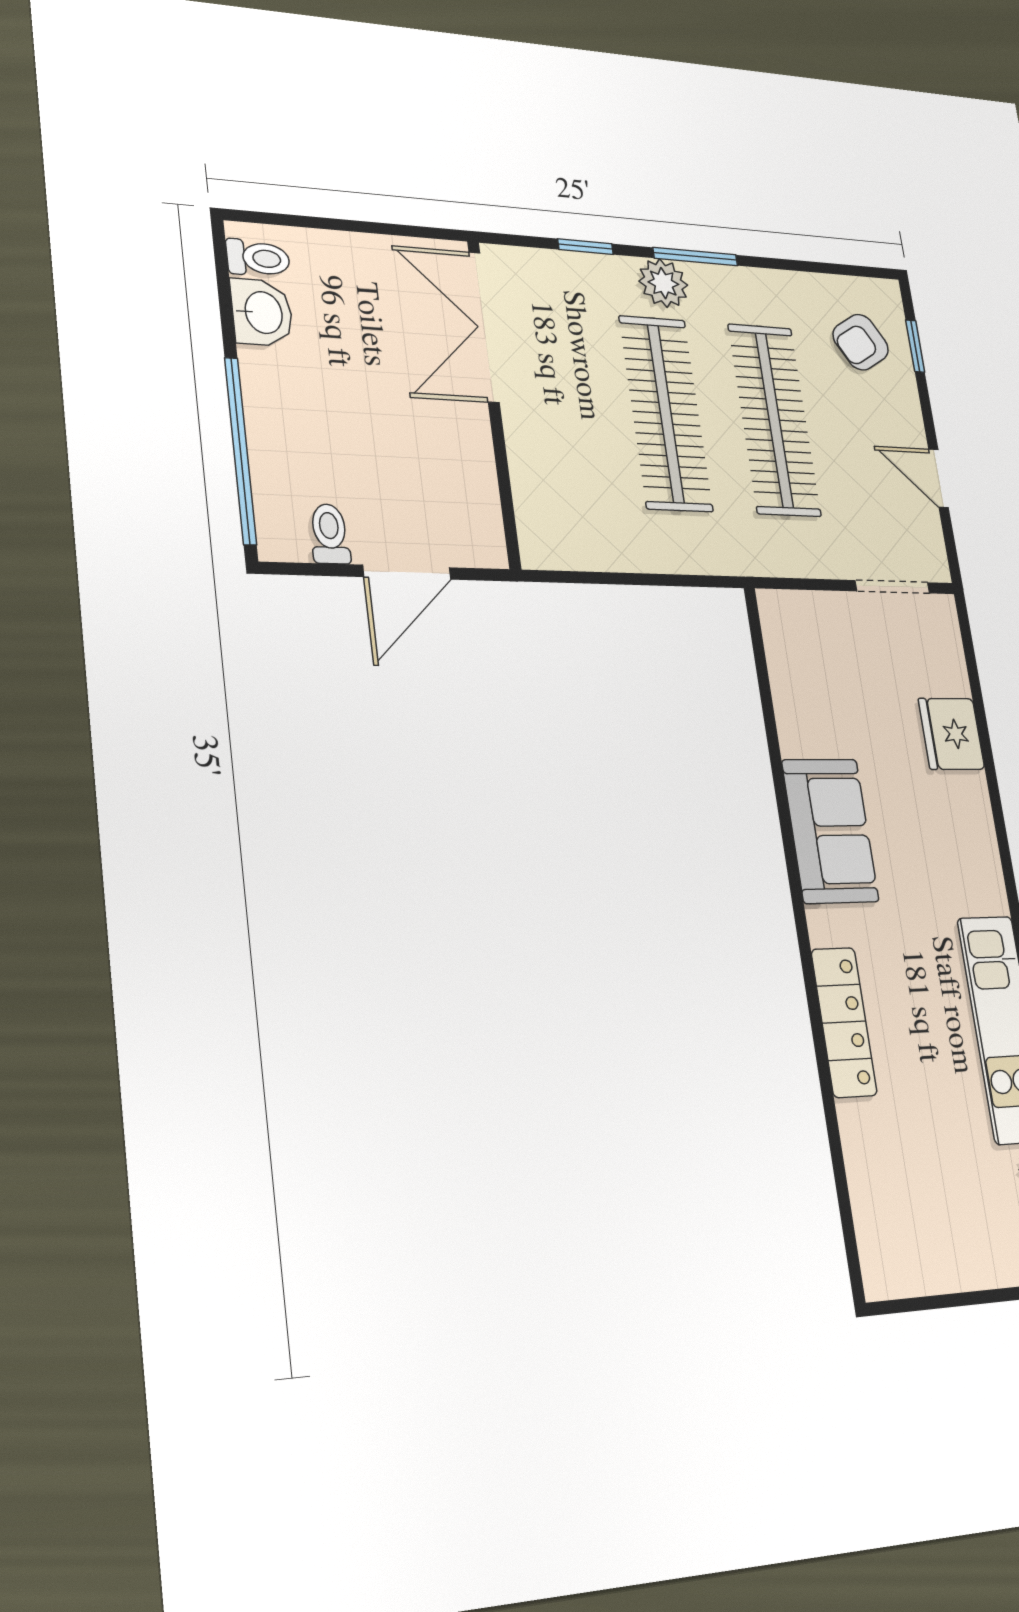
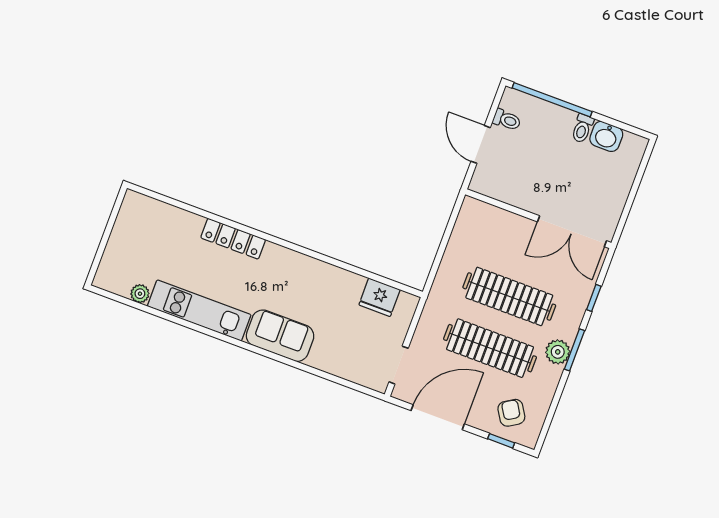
toilet: (258, 258) -> (582, 128), moved
plant: (663, 283) -> (558, 352), moved
double door: (484, 327) -> (572, 231), swing flipped
door: (939, 478) -> (438, 417), width x1.88
fridge: (951, 734) -> (380, 297), moved, turned 180
sofa: (830, 831) -> (280, 336), moved, turned 180

